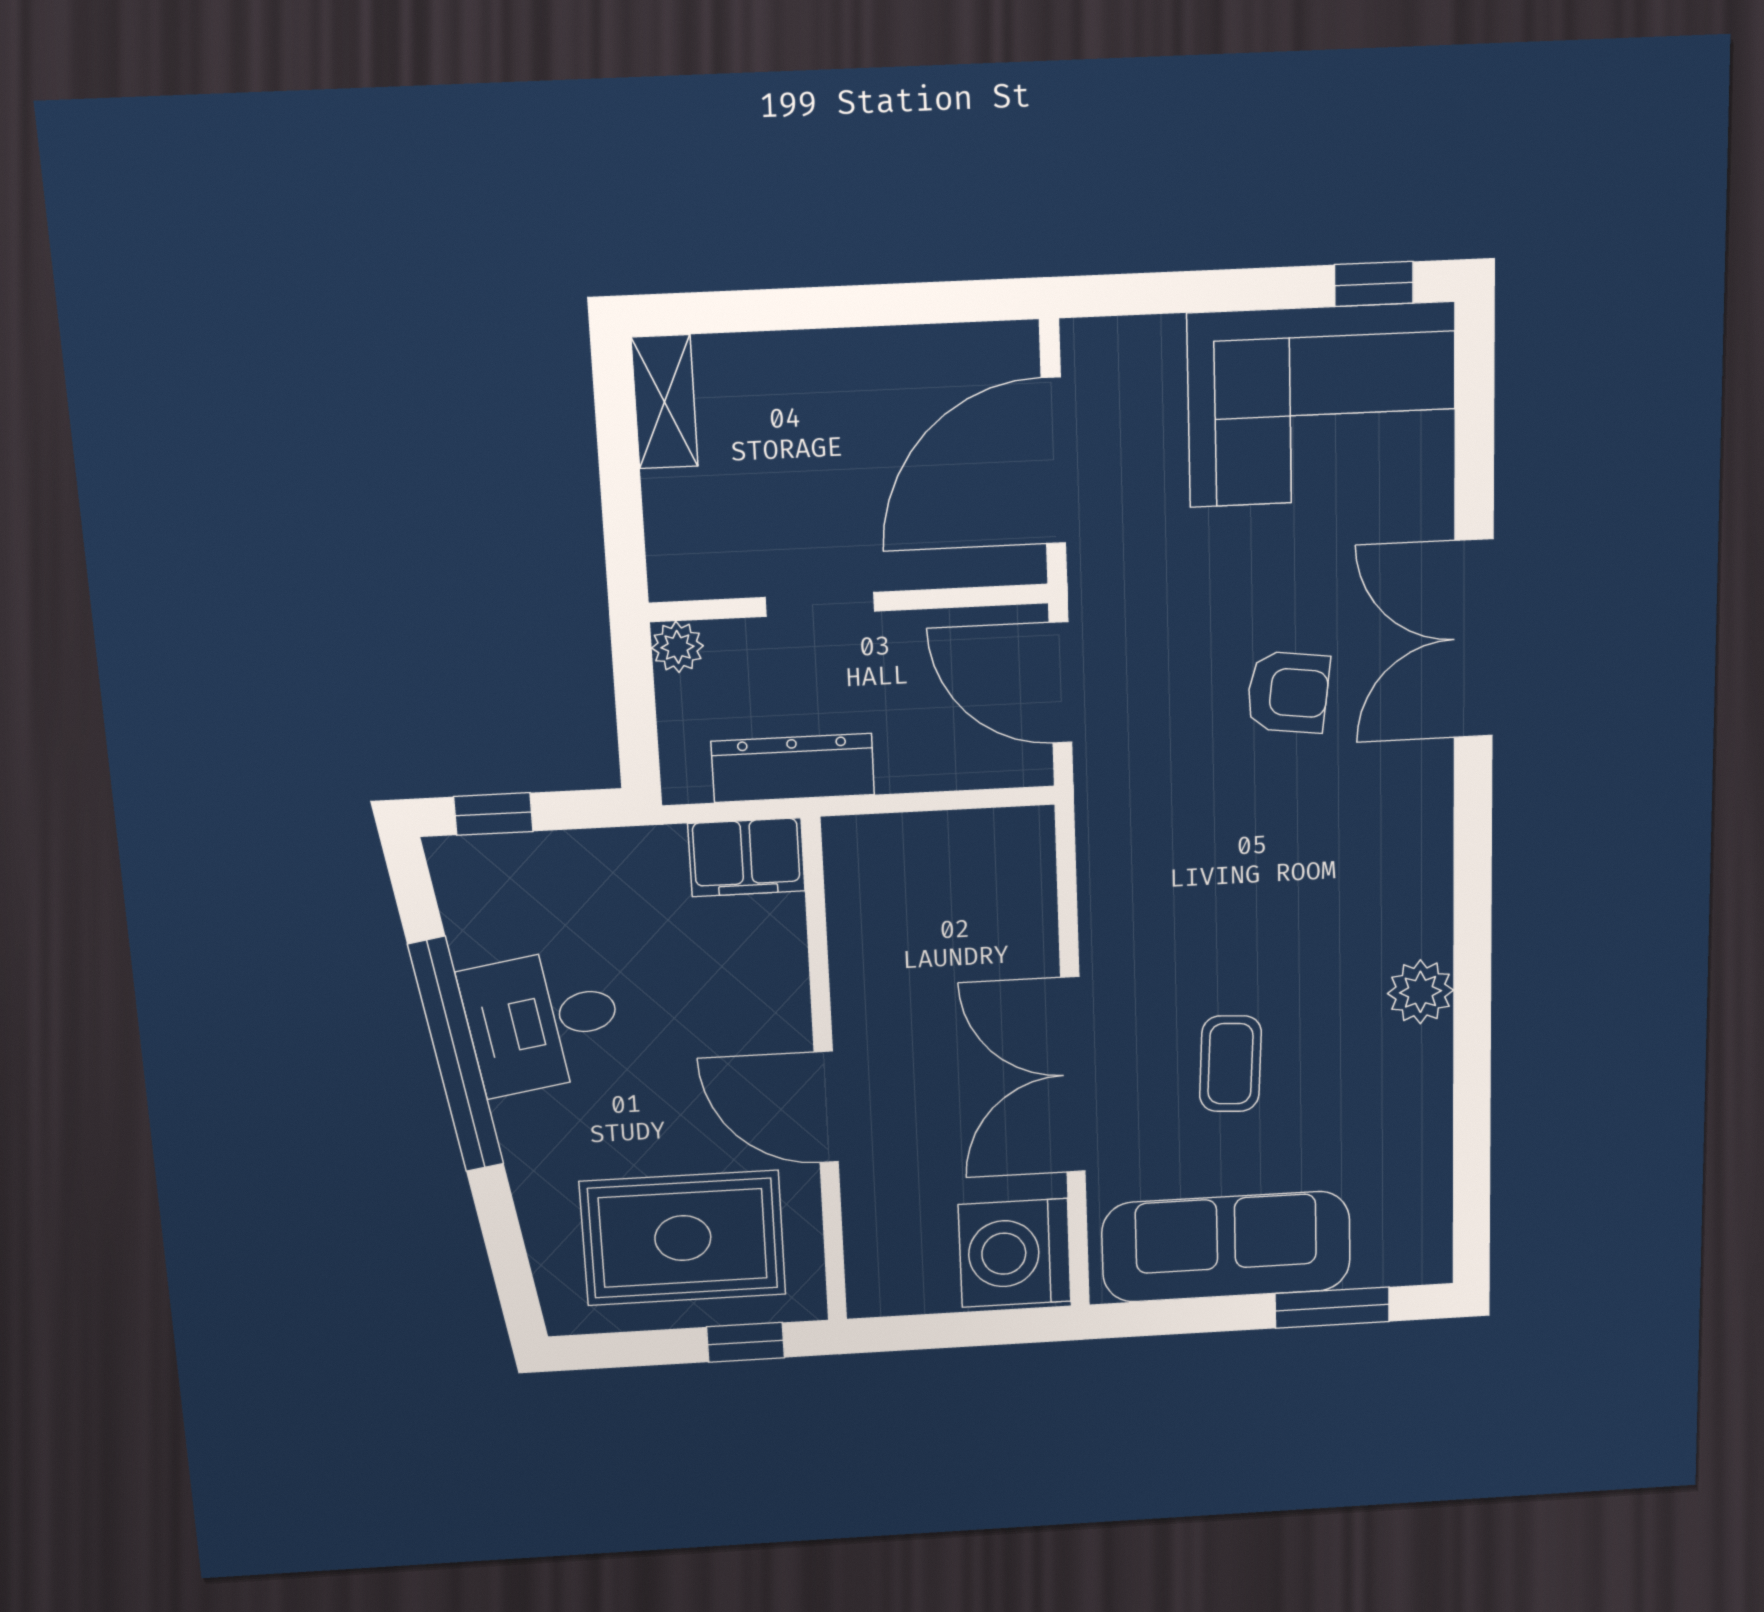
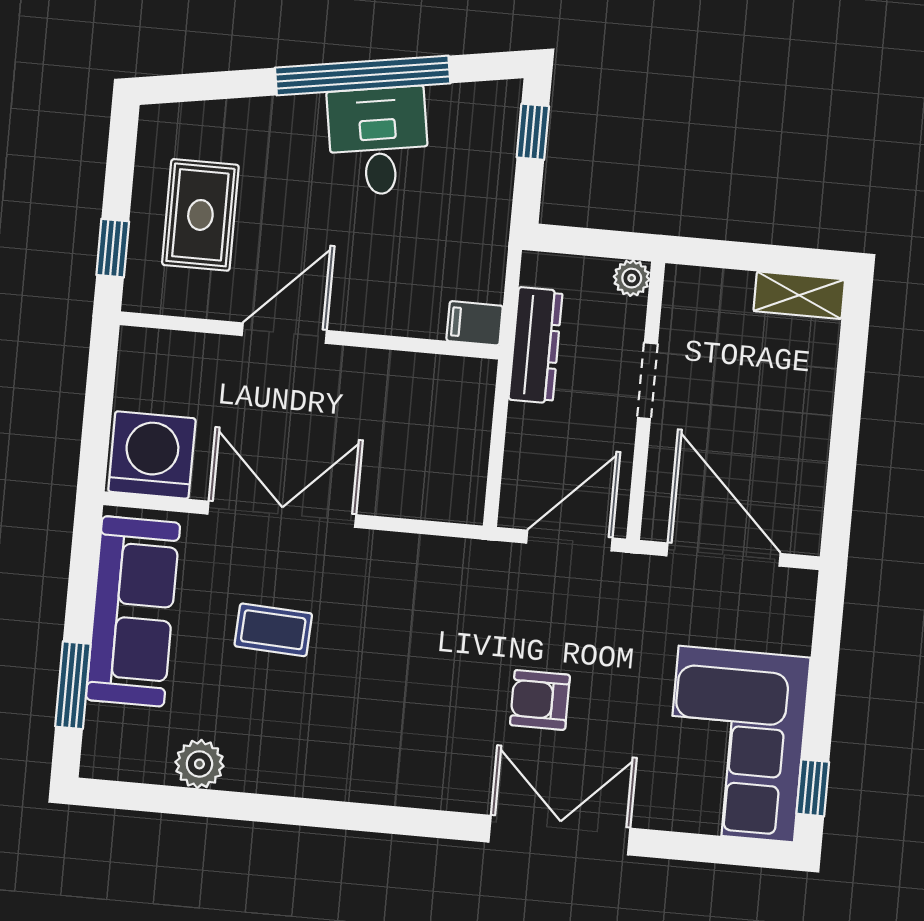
armchair: (1288, 692) -> (540, 700), turned 83
filing cabinet: (747, 857) -> (475, 323), width x0.50
plant: (1420, 992) -> (199, 764), moved
rug: (683, 1238) -> (200, 215), width x0.73, depth x0.70

